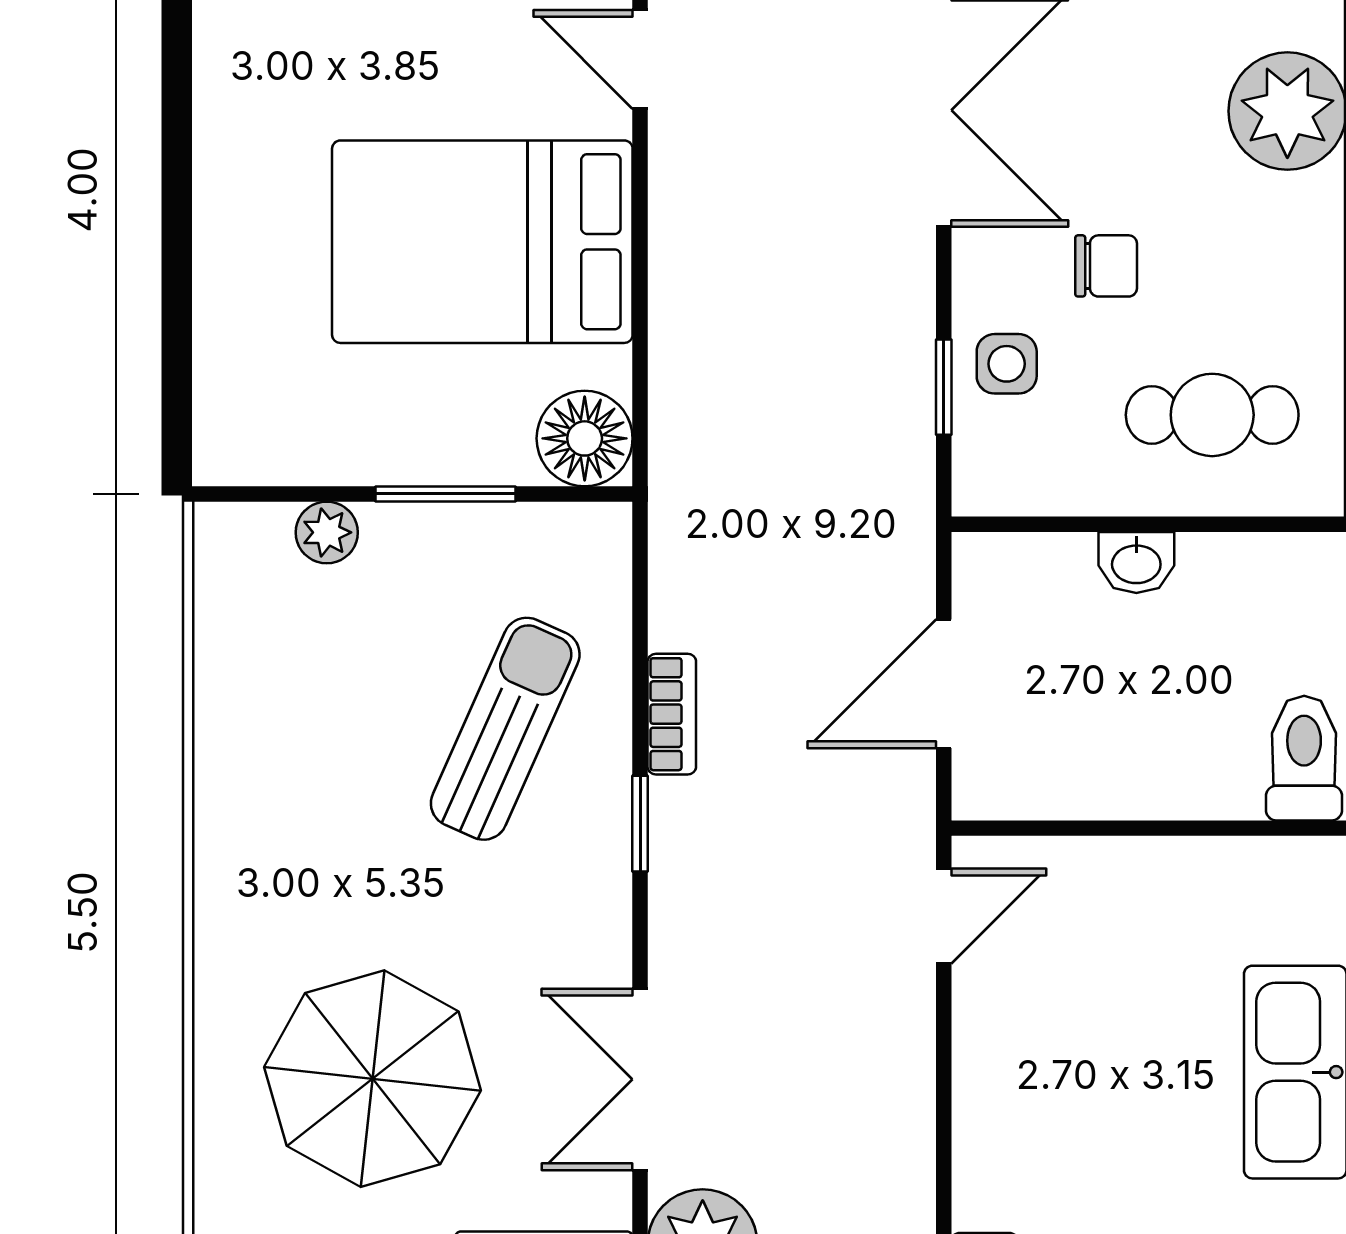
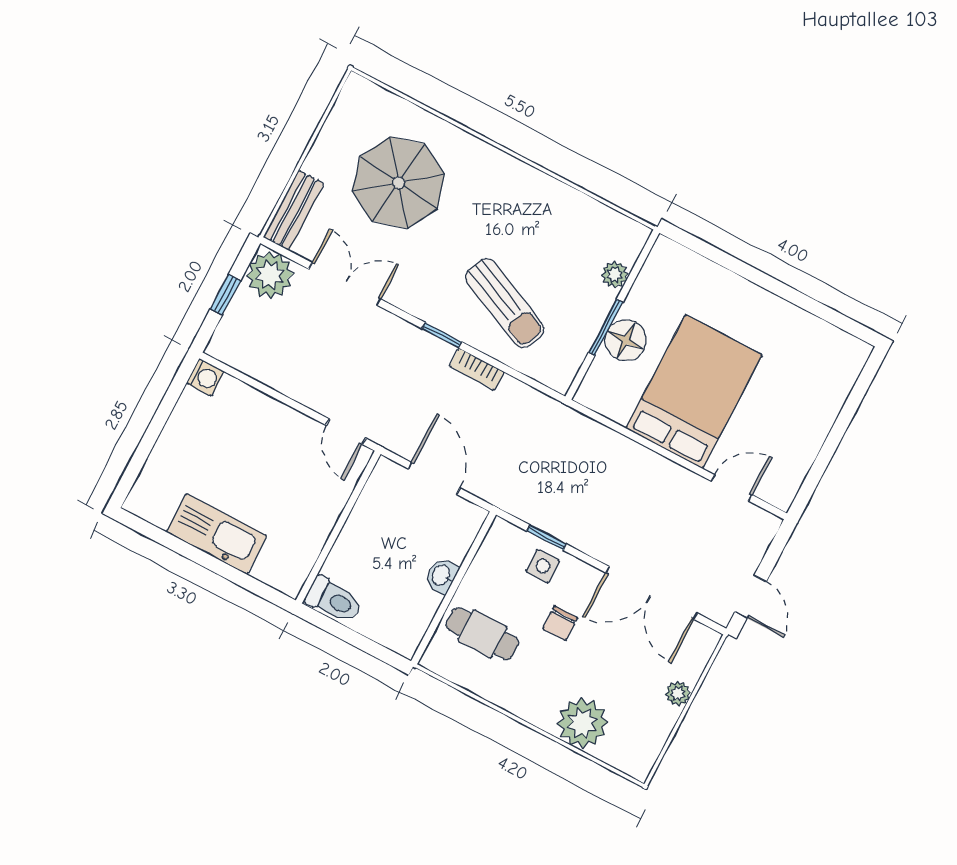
cafe table: (1212, 415) -> (482, 634), turned 90
floor lamp: (585, 438) -> (626, 340), moved

